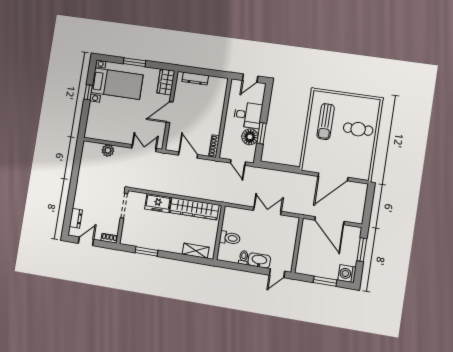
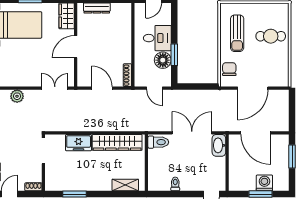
chair: (313, 155) -> (229, 69), added
double door: (267, 211) -> (192, 133), width x1.37
toilet: (230, 238) -> (158, 142), moved
washbasin: (259, 260) -> (219, 145), moved, turned -90
washing machine: (347, 274) -> (264, 183), moved, turned 90

